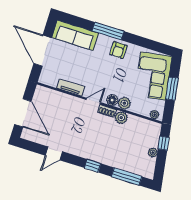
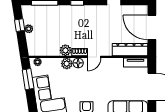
tv unit: (71, 87) -> (136, 63), moved
window: (172, 89) -> (28, 79), moved
dresser: (53, 97) -> (130, 50), added
window: (164, 143) -> (20, 25), moved

